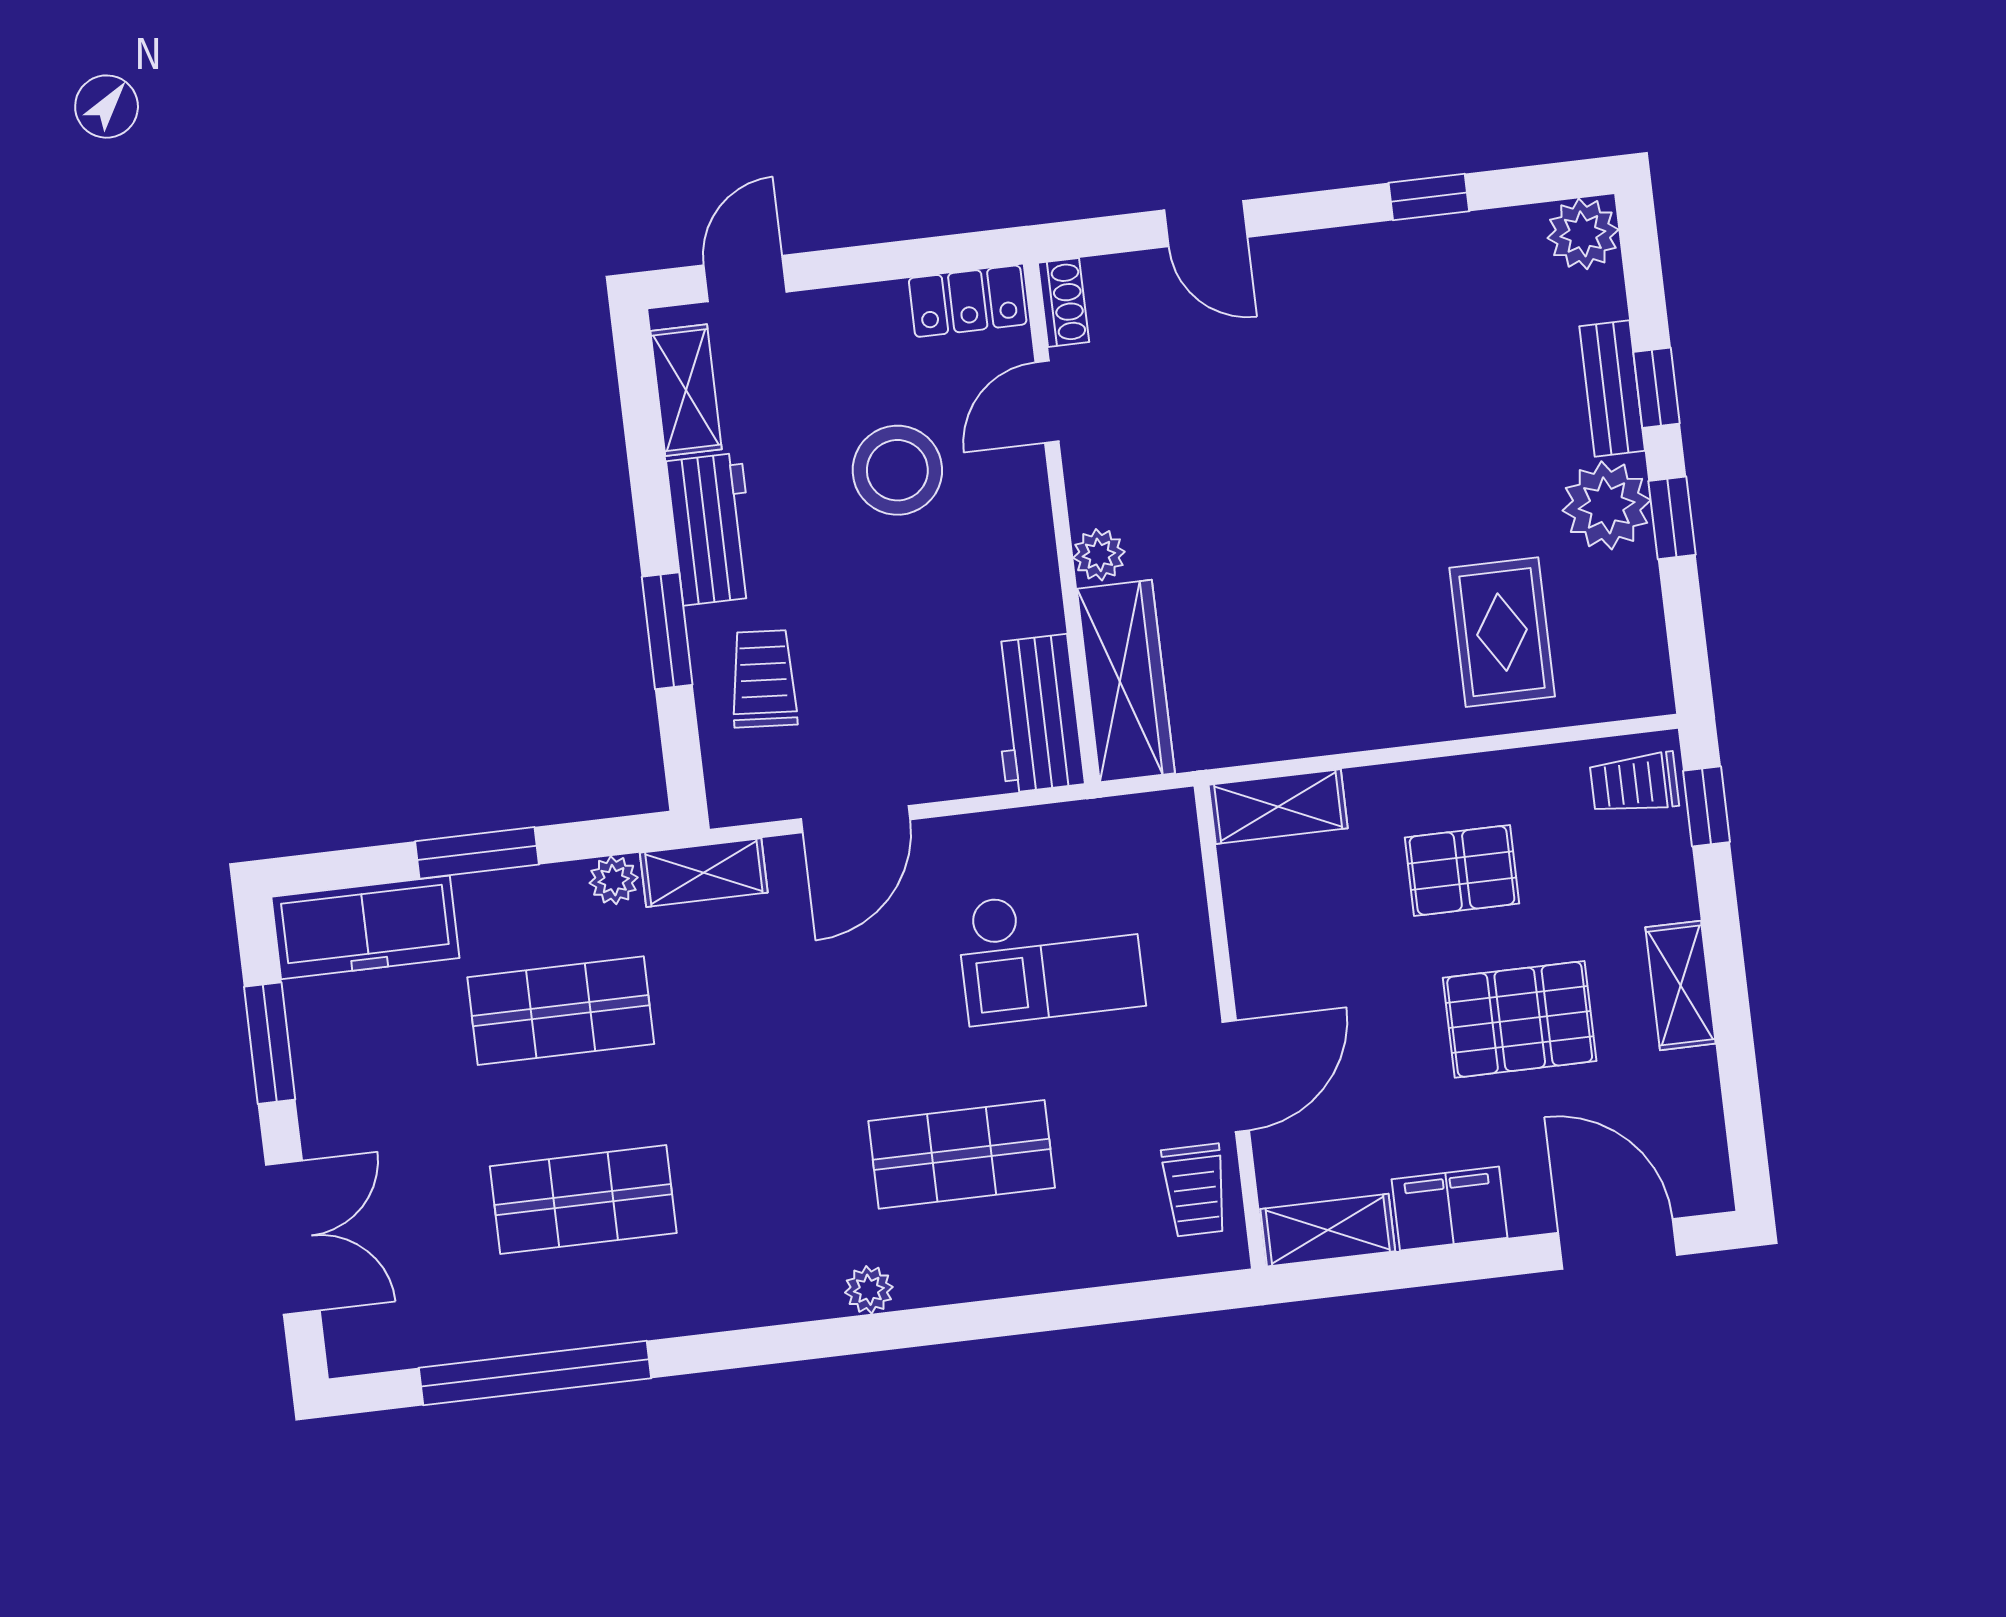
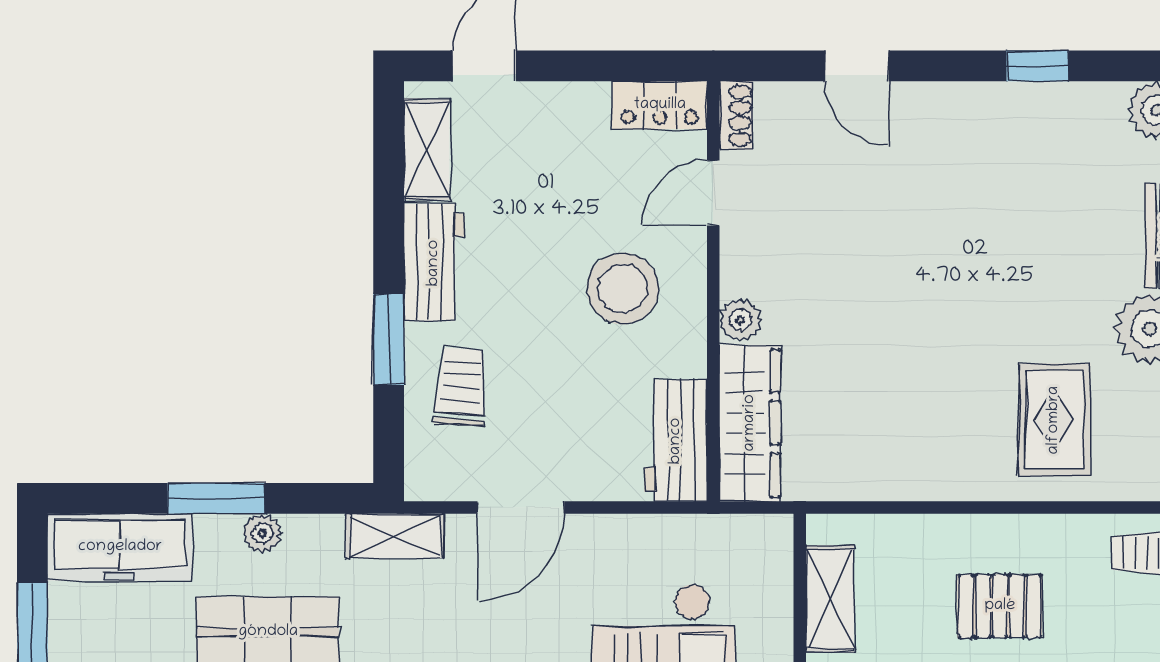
stool: (897, 470) -> (623, 289), moved
shelving: (1278, 807) -> (830, 599), moved, turned 90
plant: (614, 880) -> (262, 533), moved

